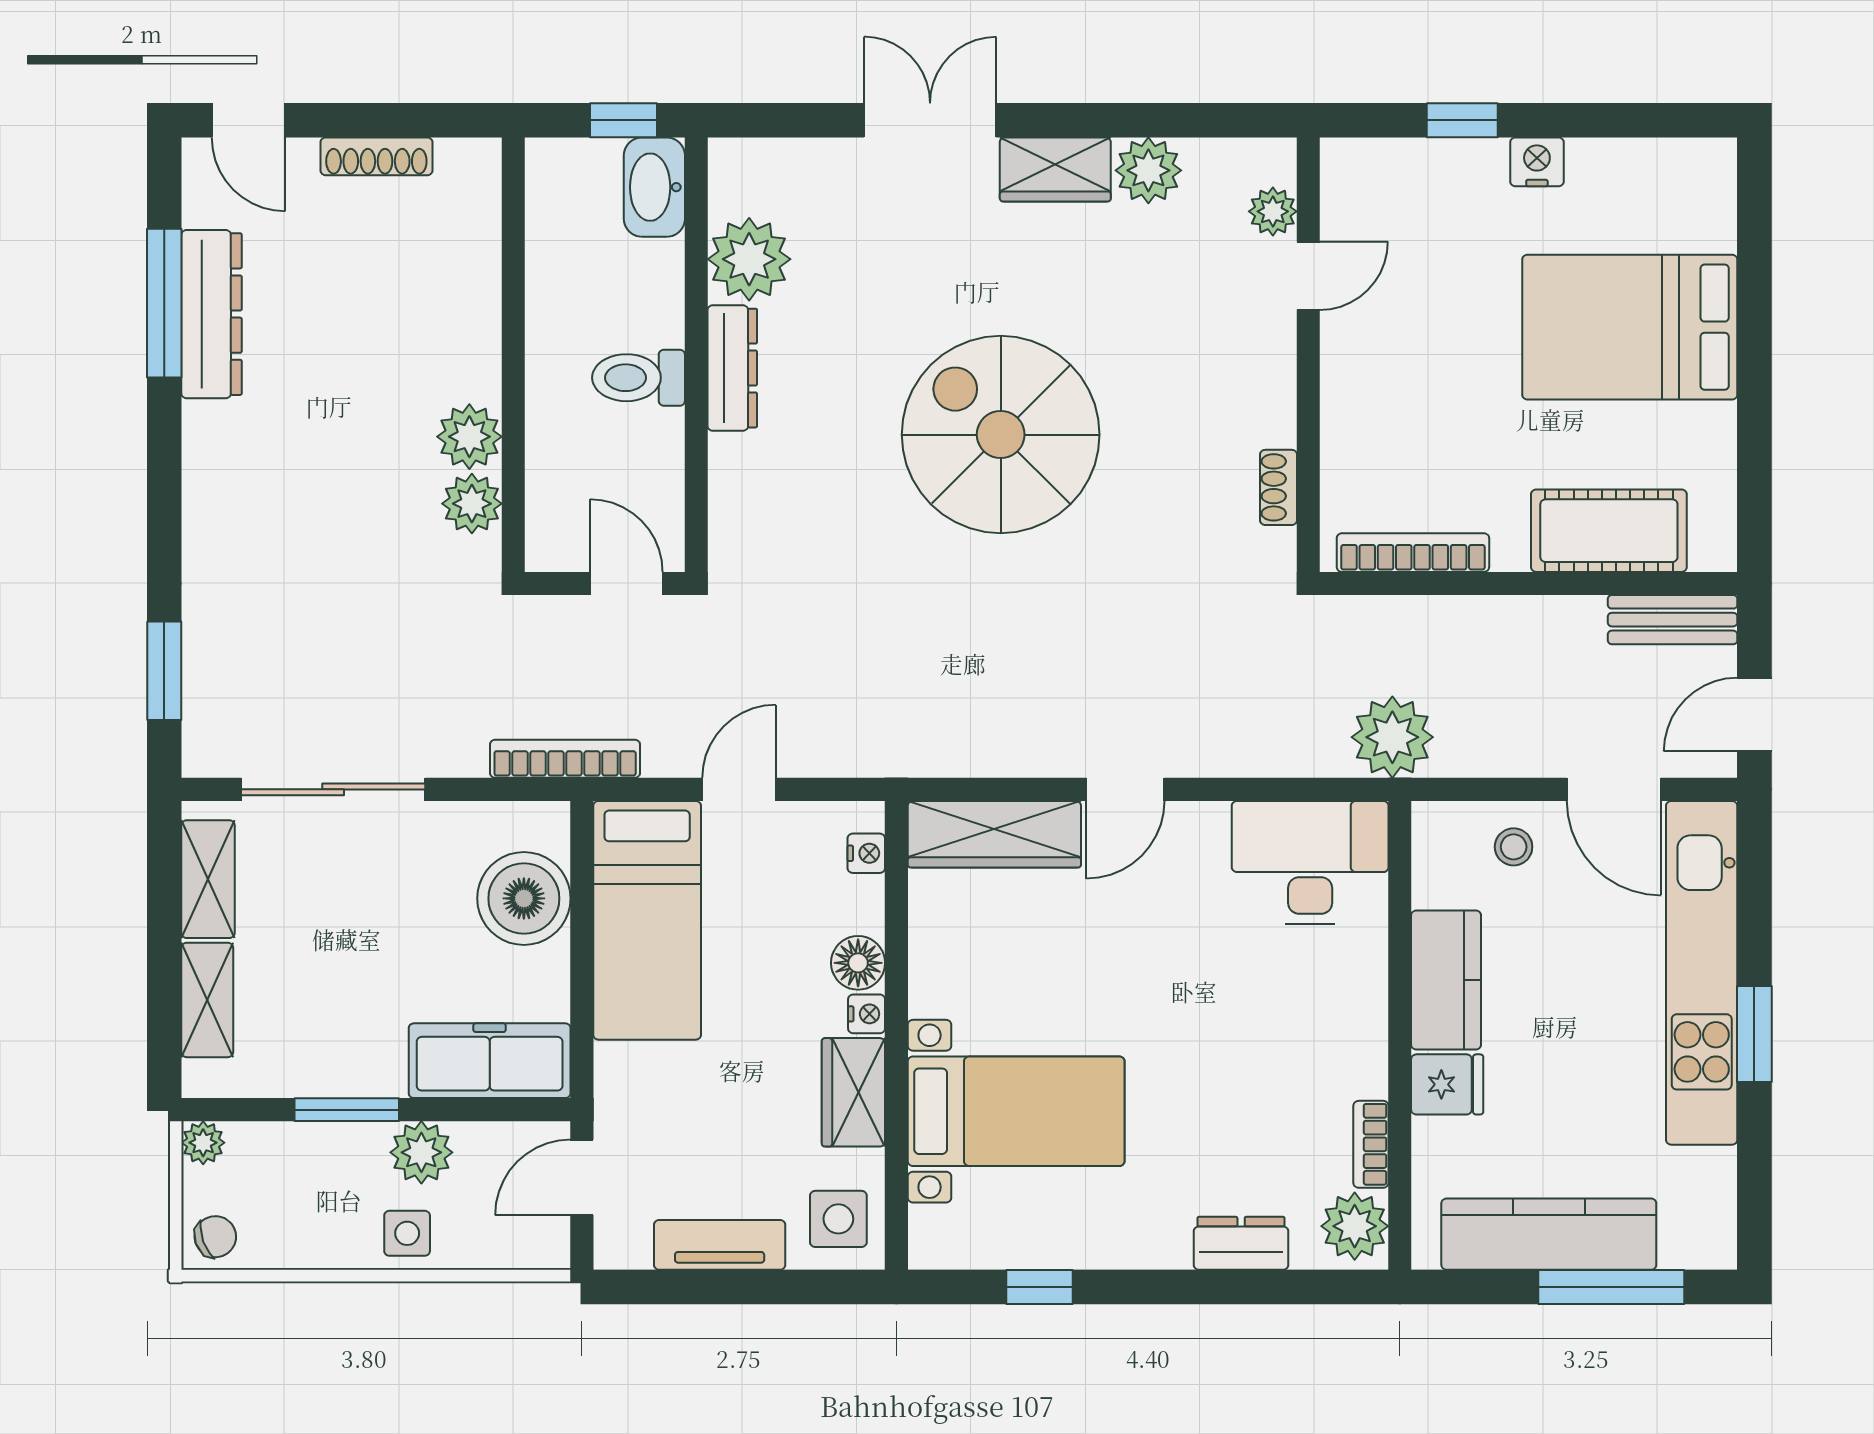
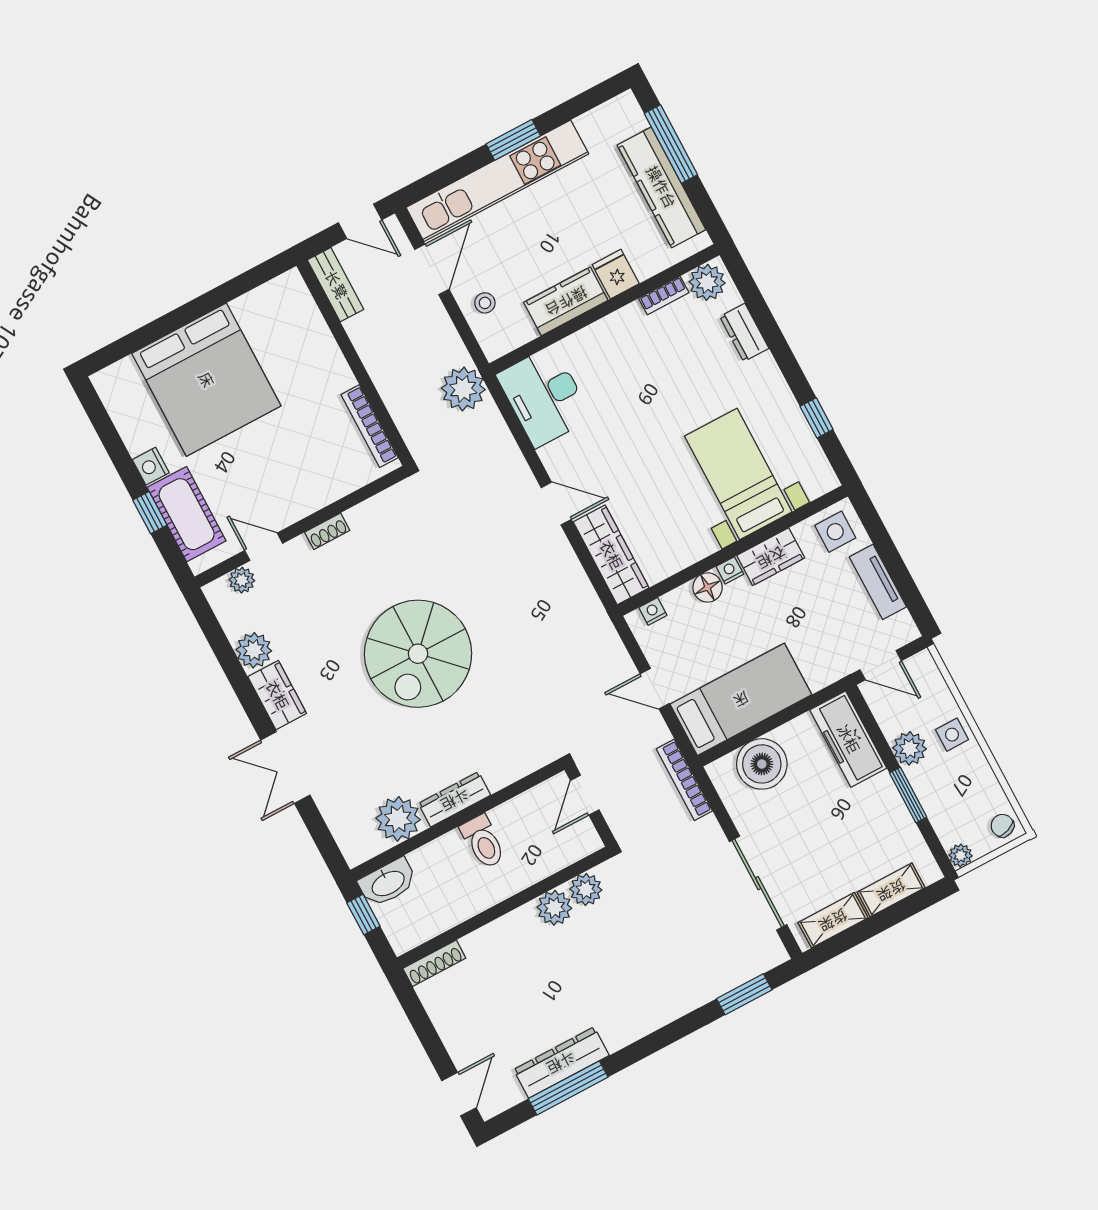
shoe rack: (376, 156) -> (434, 963), moved, turned 90
bed: (1630, 327) -> (206, 380), width x1.36
shoe rack: (1278, 487) -> (327, 531), moved
cot: (1609, 531) -> (187, 514), moved

